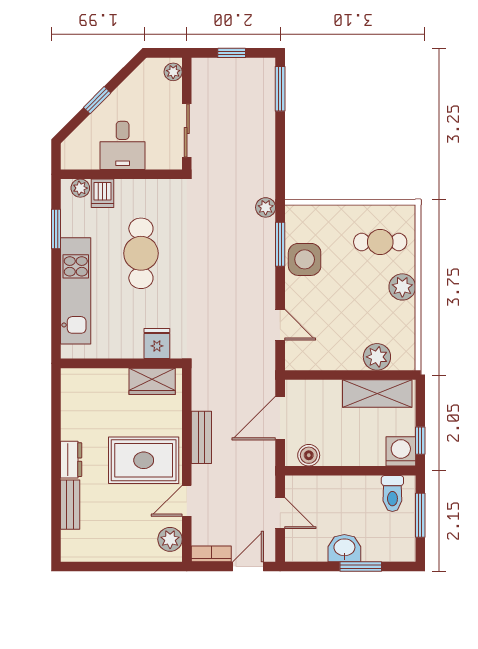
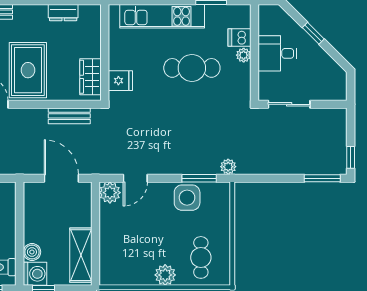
window: (232, 53) -> (351, 157), moved
plant: (173, 72) -> (336, 93), removed
plant: (80, 188) -> (244, 55), moved
plant: (377, 357) -> (110, 193), moved
bench: (201, 437) -> (69, 116), moved
boiler: (309, 455) -> (32, 252), moved
dresser: (71, 460) -> (63, 13), moved

